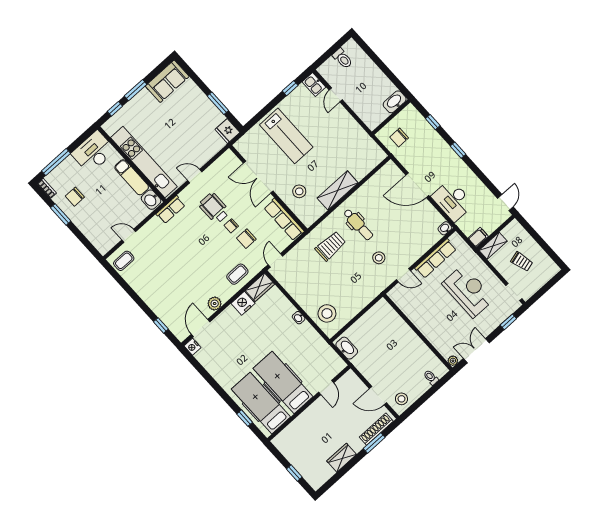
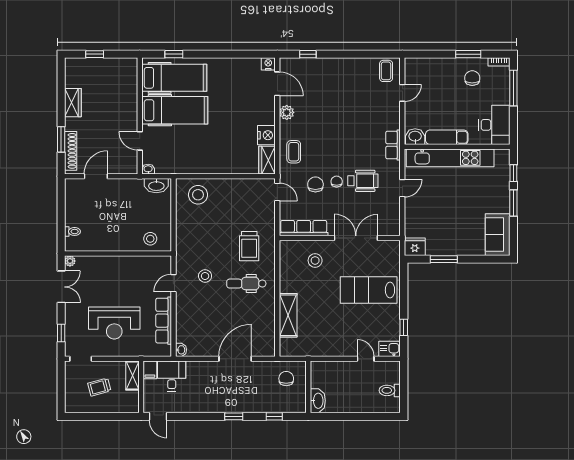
shelving: (338, 190) -> (288, 315), moved
desk: (453, 200) -> (172, 376), moved, width x0.73
washbasin: (299, 318) -> (148, 169), moved
stool: (401, 399) -> (150, 239), moved

